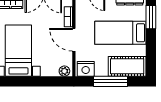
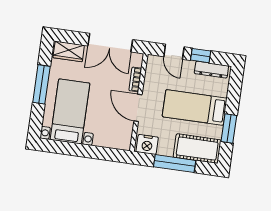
window: (151, 17) -> (229, 128), moved
plant: (64, 71) -> (121, 144), removed

